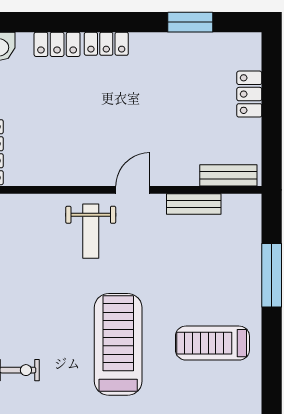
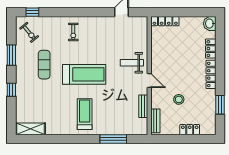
locker: (106, 44) -> (211, 74), width x1.53
stool: (178, 120) -> (179, 99), added

